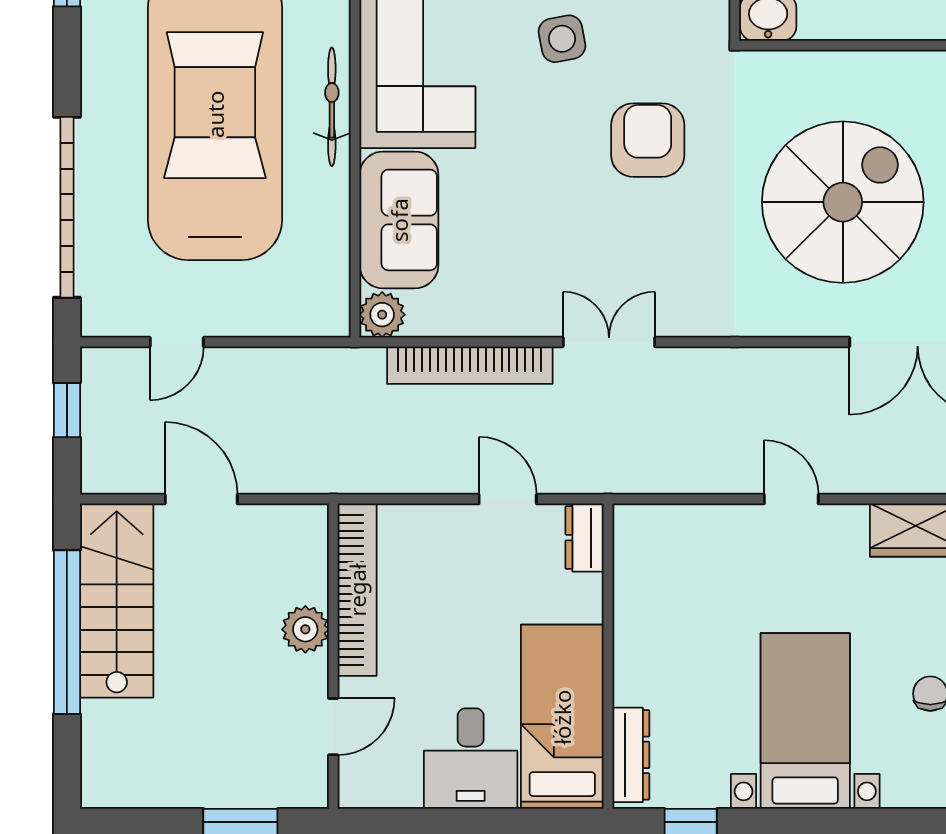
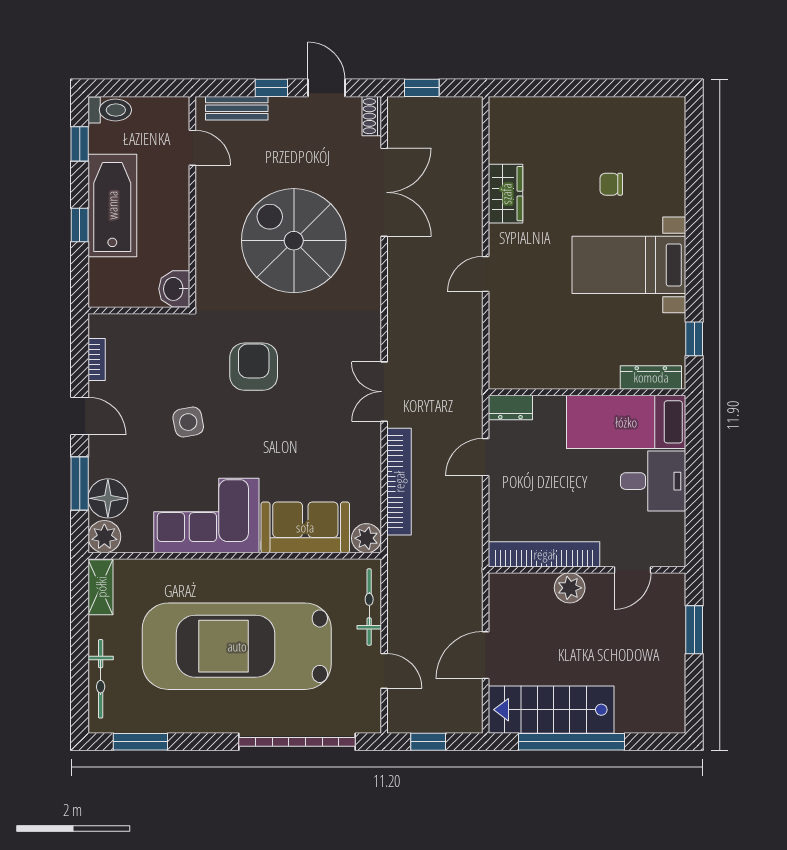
bicycle: (332, 107) -> (369, 607), moved, turned 90
armchair: (648, 140) -> (254, 367), turned 90
door: (333, 727) -> (633, 570), swing flipped

